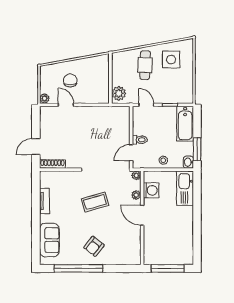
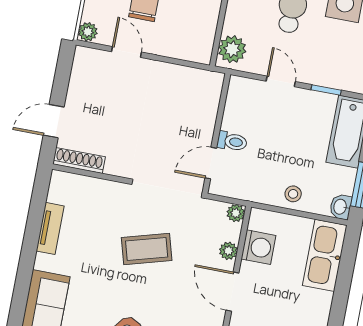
wall: (131, 137) -> (216, 133), moved
toilet: (140, 140) -> (232, 141), moved
door: (131, 153) -> (211, 163), moved

